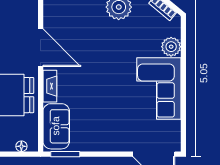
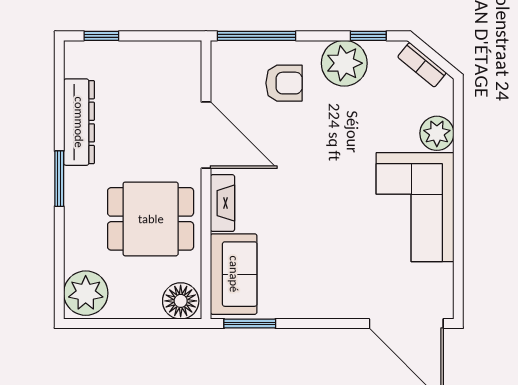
armchair: (85, 18) -> (284, 83), added
floor lamp: (21, 146) -> (181, 301), width x1.89, depth x1.89

